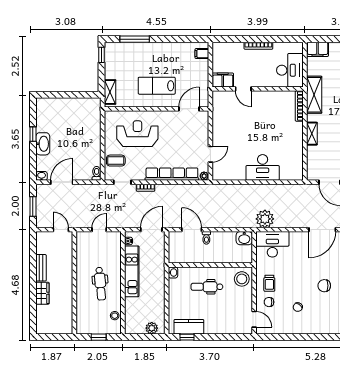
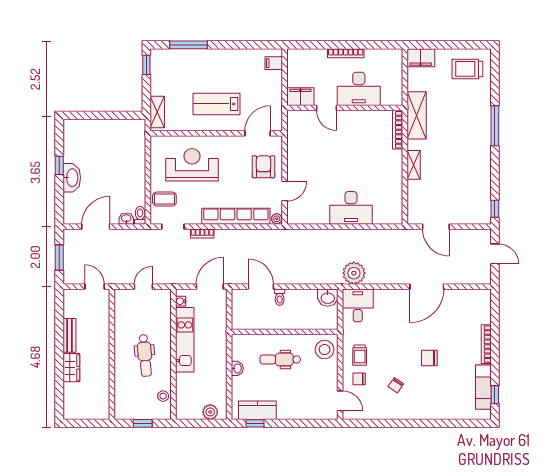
desk: (290, 70) -> (359, 89), moved, turned 90
armchair: (194, 135) -> (264, 167), added
washbasin: (42, 176) -> (126, 219), moved
desk: (272, 244) -> (358, 305), width x0.73
washbasin: (173, 273) -> (237, 368), moved

